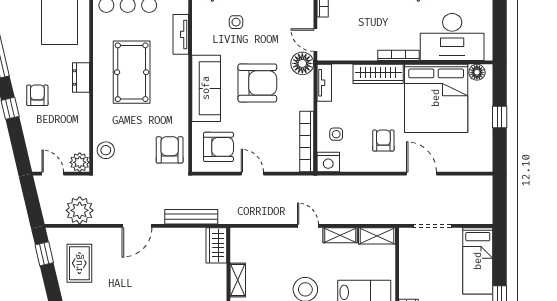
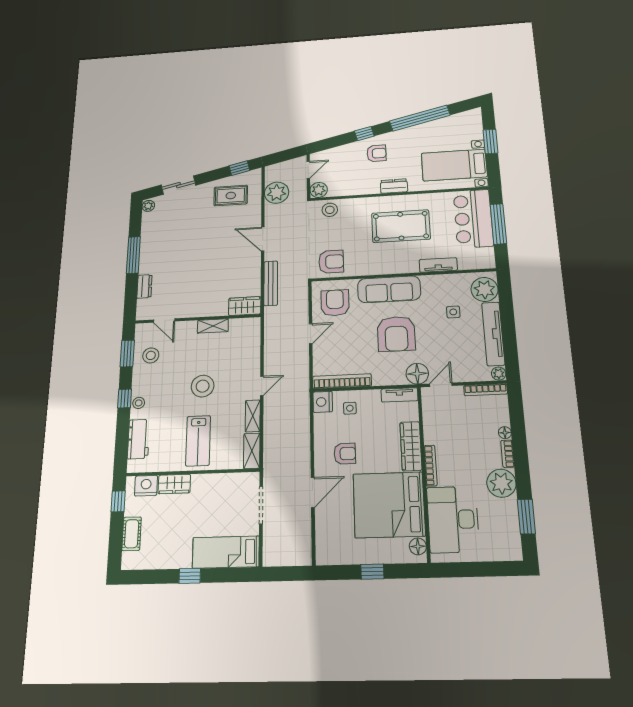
armchair: (218, 147) -> (335, 303), turned 180

